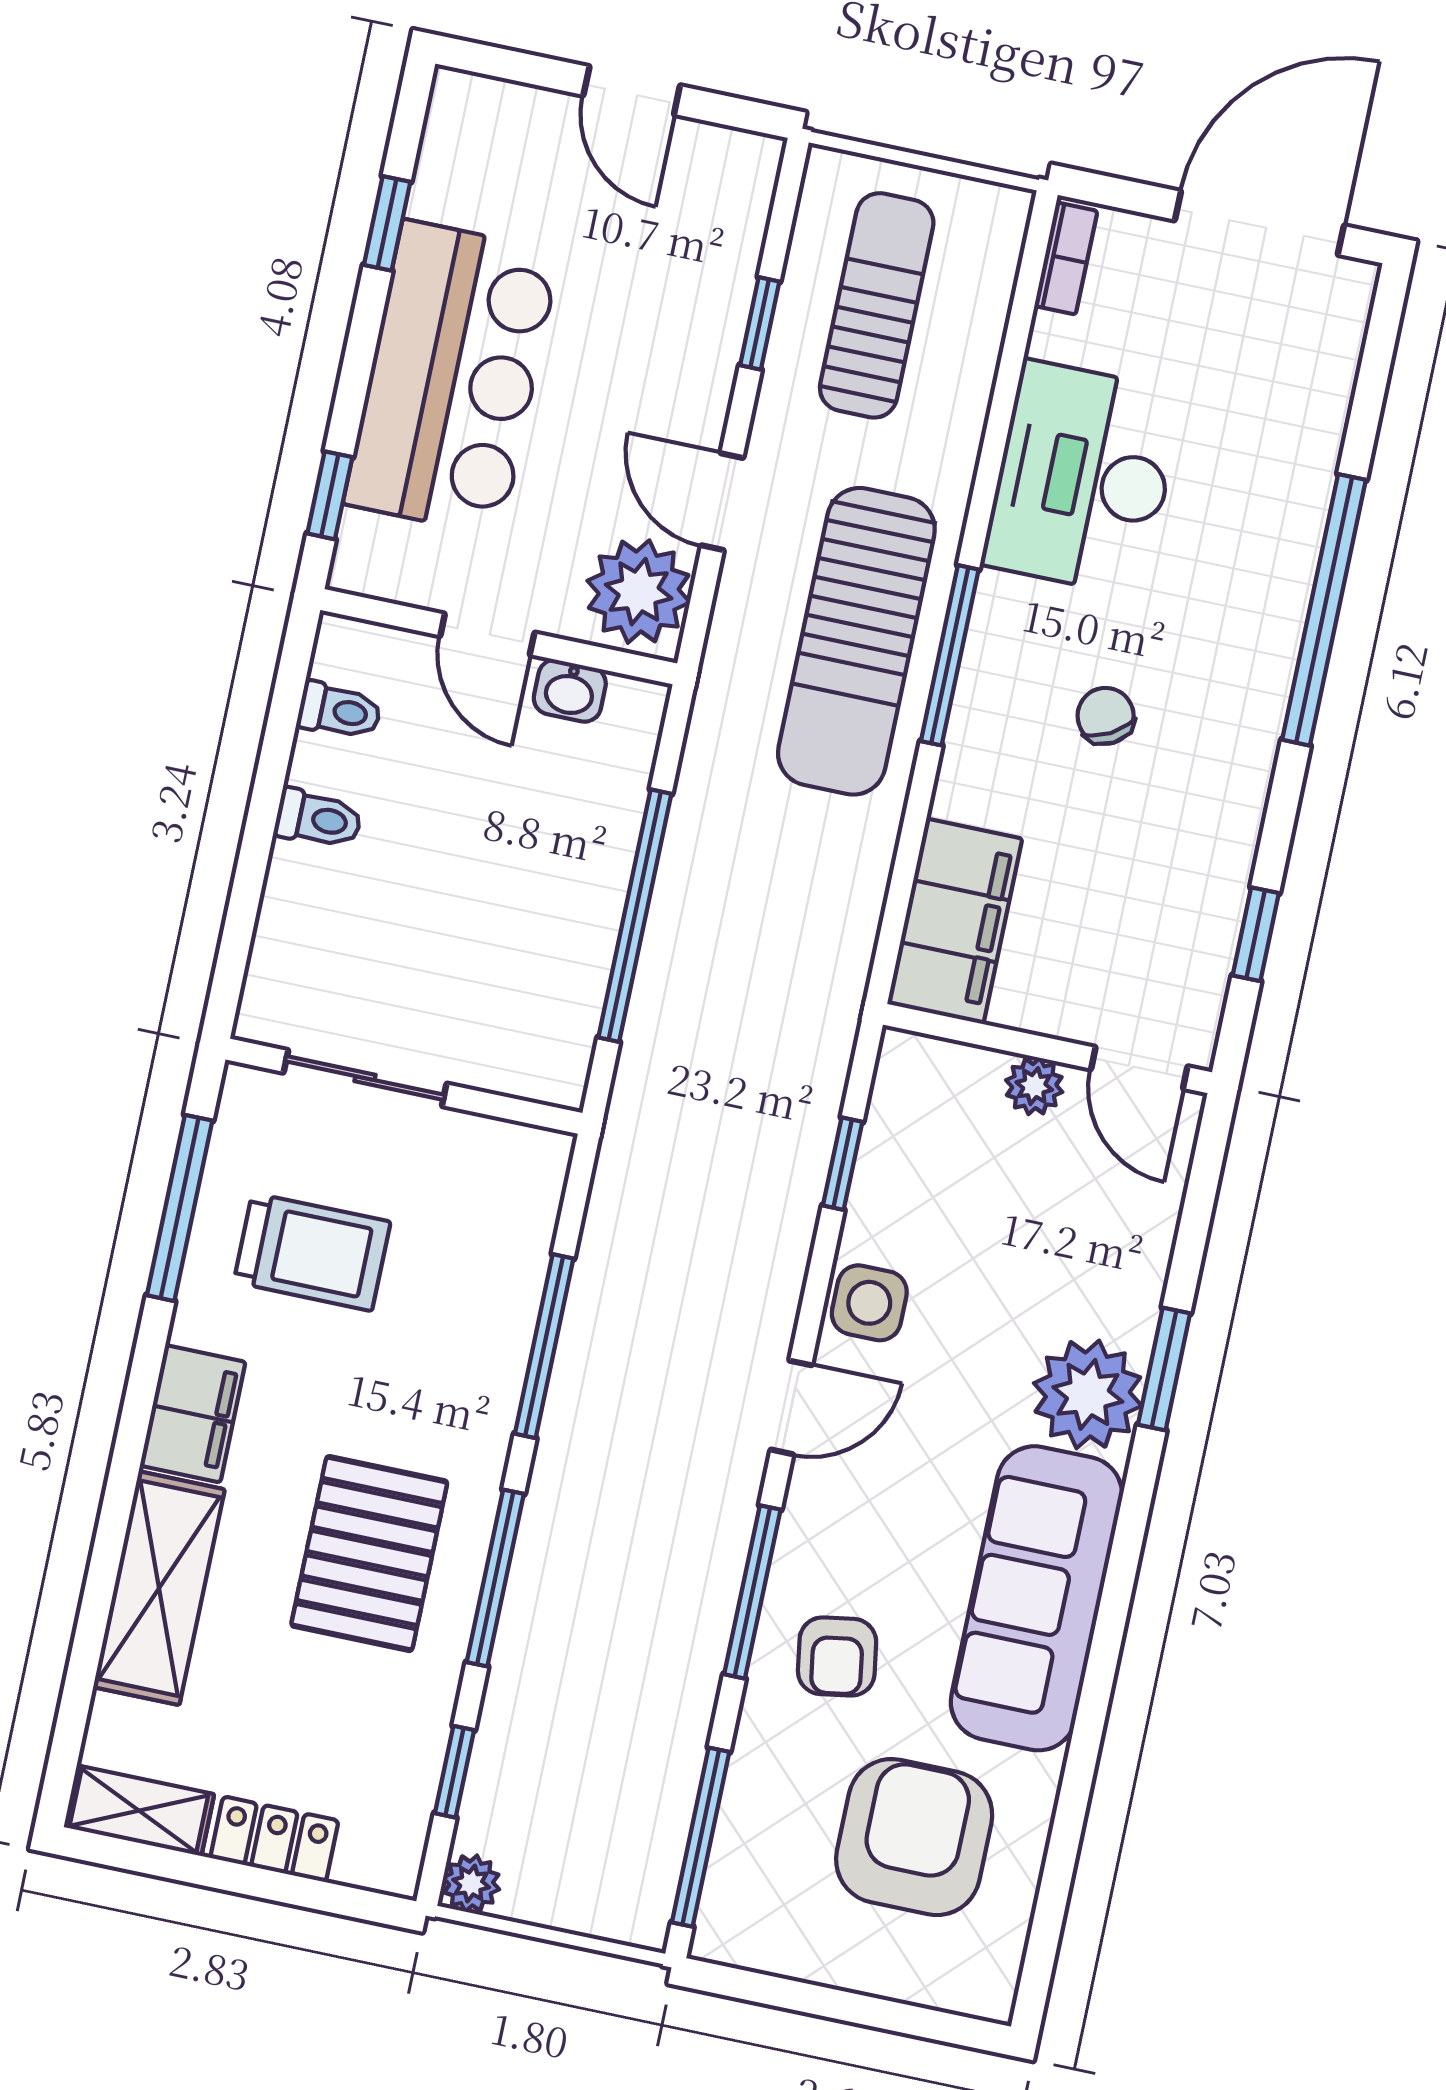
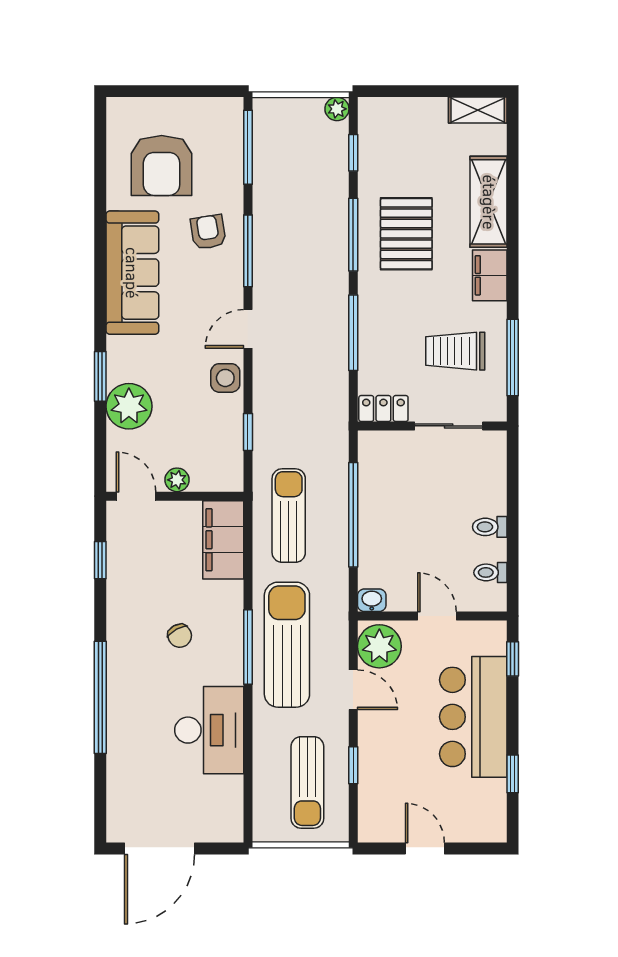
bookcase: (1066, 258) -> (235, 818), removed
washbasin: (570, 691) -> (372, 600), moved
sun lounger: (788, 946) -> (289, 516), added
plant: (1088, 1394) -> (129, 406), moved
locker: (274, 1839) -> (383, 409), moved, turned 180

